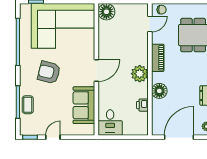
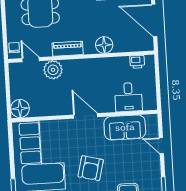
plant: (140, 74) -> (53, 70), moved
printer: (142, 105) -> (137, 62), moved
desk: (110, 123) -> (128, 97), moved, turned 90
door: (53, 137) -> (161, 146), moved

